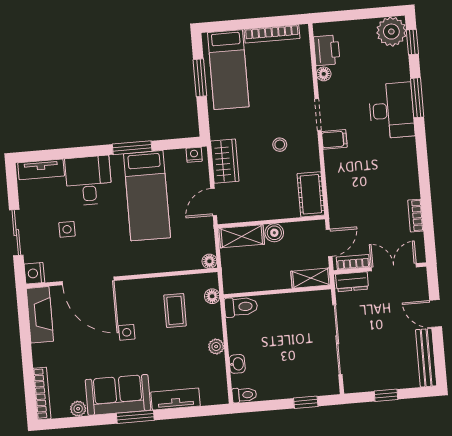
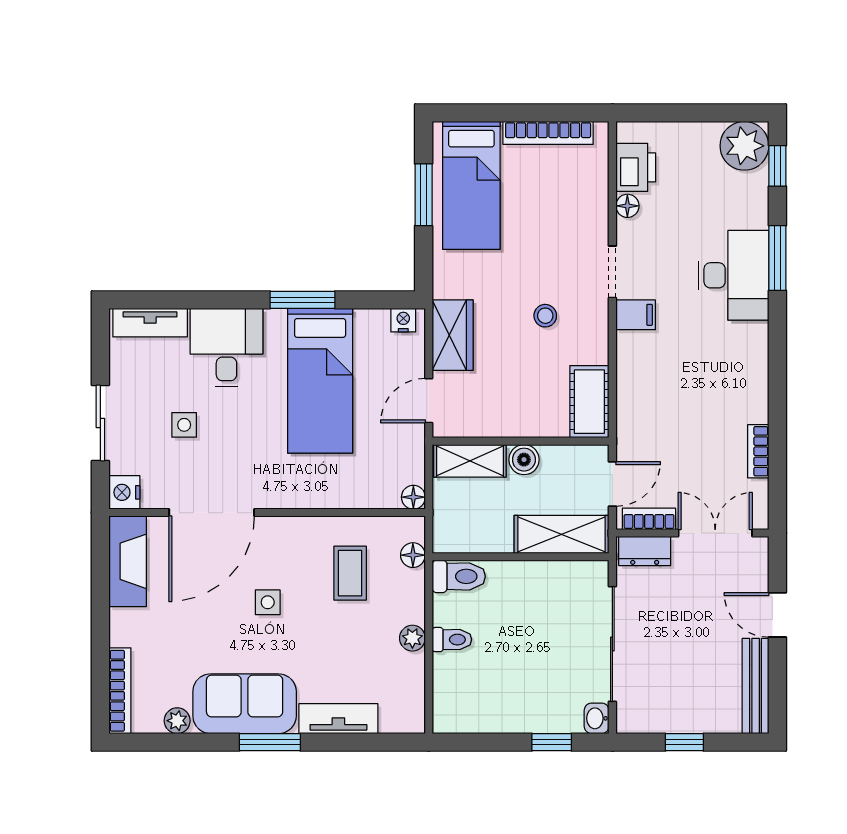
shelving: (311, 278) -> (562, 534), width x1.50, depth x1.33
door: (88, 281) -> (212, 513), hinge flipped
washbasin: (237, 364) -> (597, 718), moved, turned 180
toilet: (244, 395) -> (452, 640), moved

